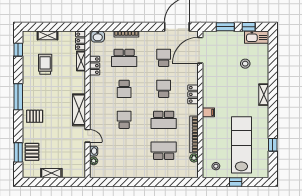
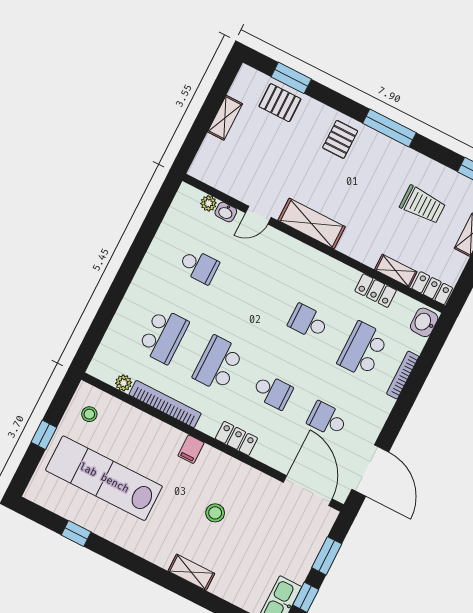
school desk: (164, 58) -> (327, 419), turned 180
stool: (245, 64) -> (215, 513), moved
shelving: (264, 95) -> (191, 572), moved
school desk: (124, 120) -> (199, 266), moved
lab bench: (241, 145) -> (104, 478), turned 180

